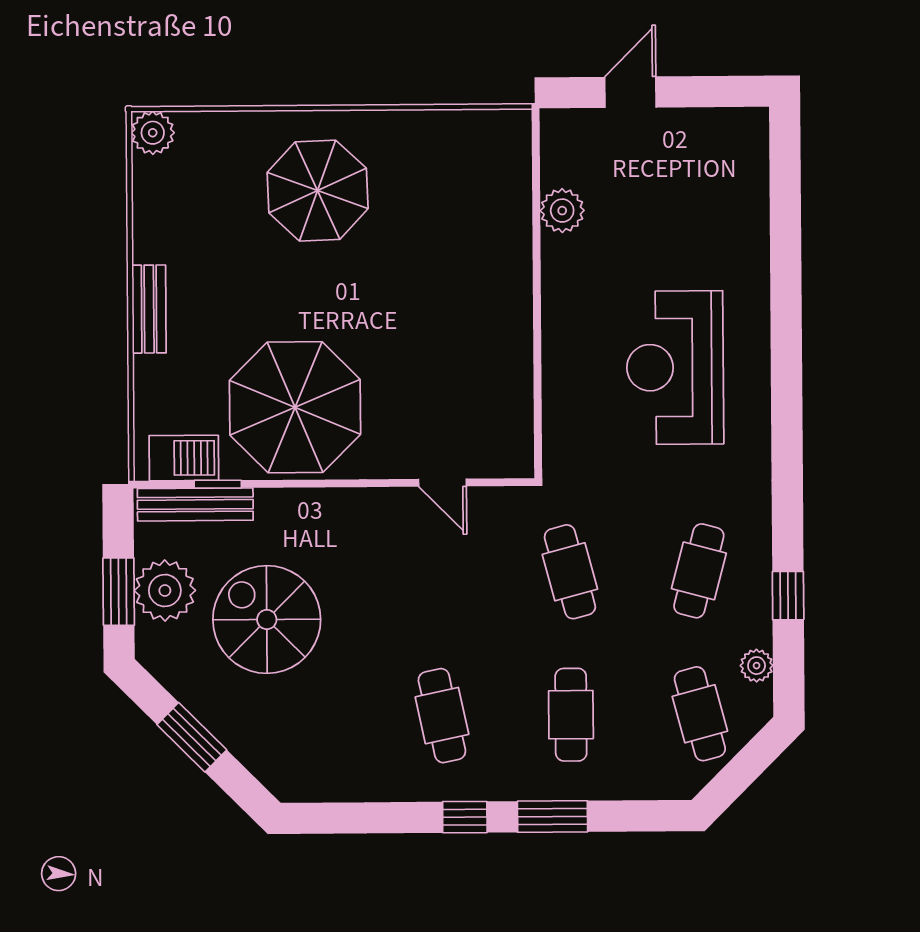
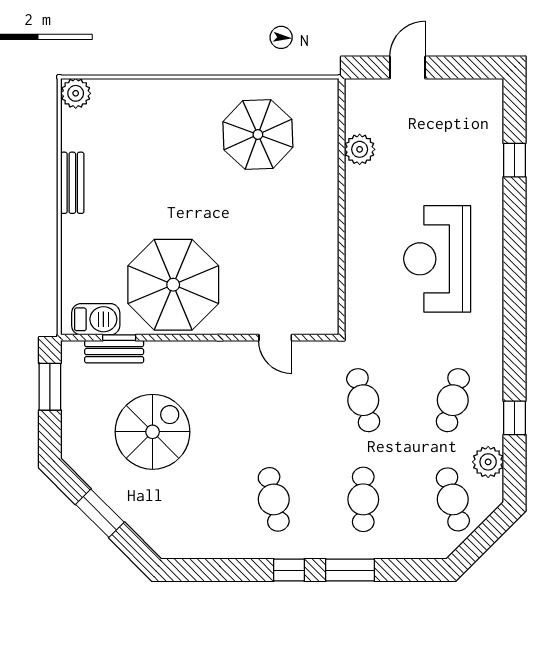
parasol: (318, 191) -> (258, 134), moved
window: (785, 225) -> (515, 160), added
bench: (149, 309) -> (72, 183), moved
bench: (195, 504) -> (114, 352), width x0.73
plant: (165, 591) -> (82, 411), removed
window: (119, 592) -> (50, 387), moved
spiral stairs: (267, 619) -> (153, 432), turned 90
plant: (757, 666) -> (488, 462), width x1.38, depth x1.38

